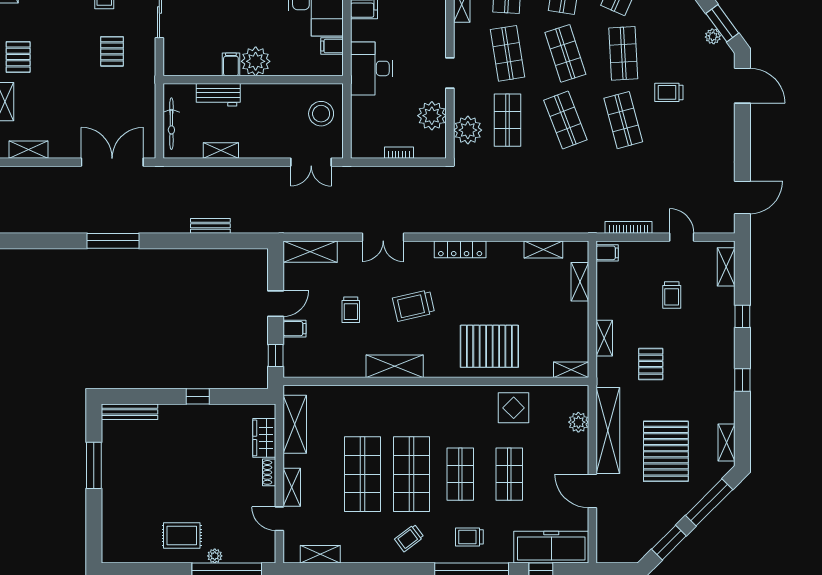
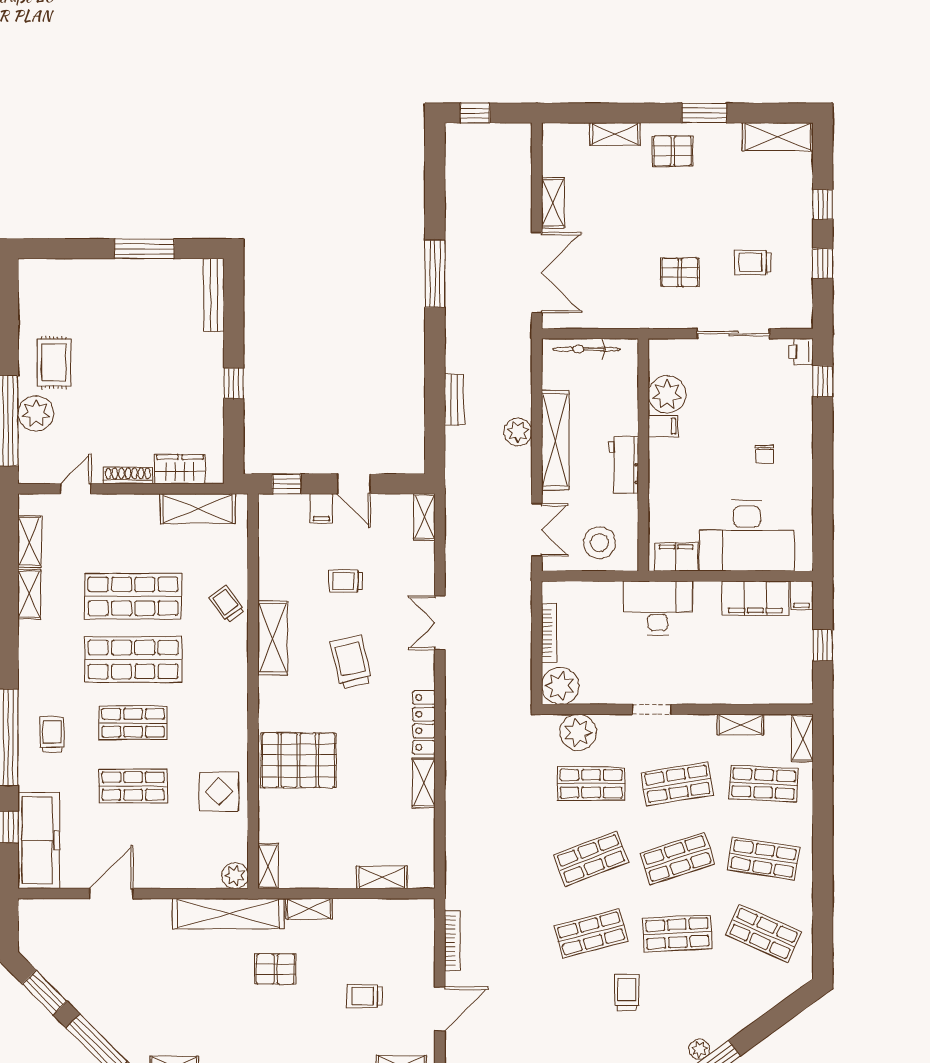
filing cabinet: (332, 46) -> (676, 557), width x2.00
plant: (256, 61) -> (667, 394), moved
workbench: (218, 95) -> (624, 465), moved
plant: (432, 116) -> (560, 686), moved
shelving: (29, 150) -> (553, 203), moved
shelving: (221, 150) -> (555, 440), width x2.20, depth x1.33
bookcase: (399, 153) -> (549, 633), width x1.56
double door: (311, 162) -> (537, 530), swing flipped
plant: (235, 177) -> (518, 432), added
door: (682, 237) -> (440, 1009), width x1.38
shelving: (543, 249) -> (424, 783), moved
shelving: (310, 252) -> (424, 517), width x0.67, depth x0.75
filing cabinet: (607, 253) -> (419, 913), removed
pallet: (489, 346) -> (299, 760), turned 90
plant: (578, 422) -> (235, 876), moved
shelving: (608, 430) -> (228, 914), moved
pallet: (666, 451) -> (163, 989), removed
shoe rack: (269, 472) -> (128, 475), width x1.43
shelving: (292, 487) -> (29, 594), moved, turned 90
trolley: (409, 538) -> (227, 604), moved
plant: (215, 556) -> (36, 413), width x1.88, depth x1.88

